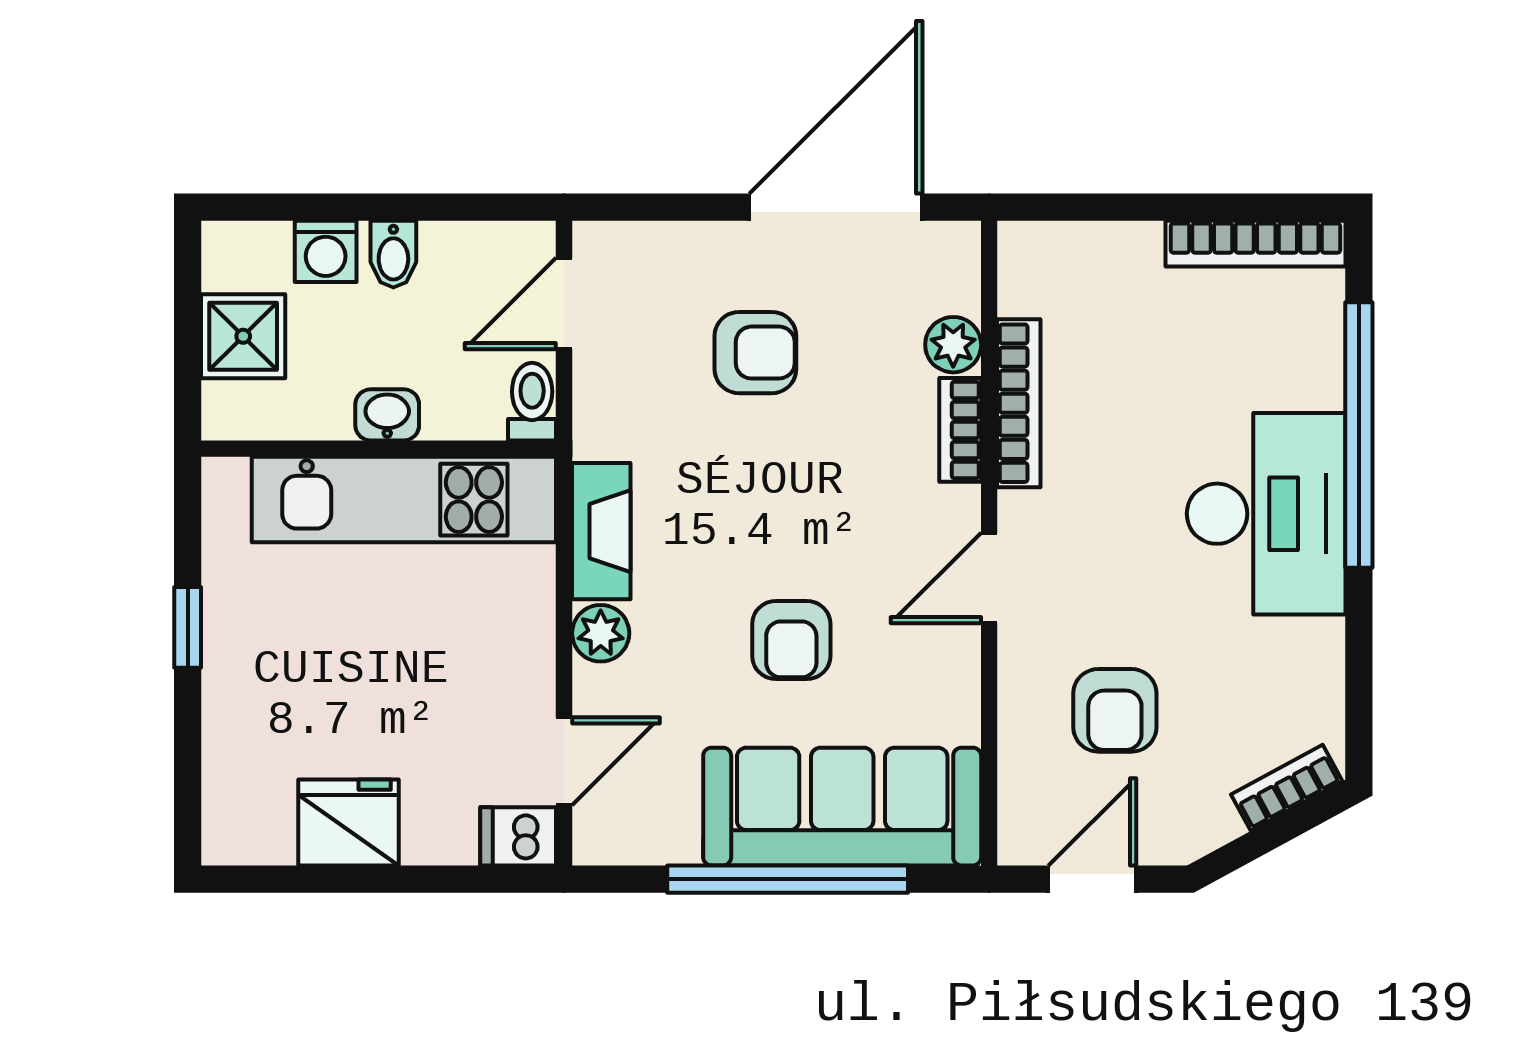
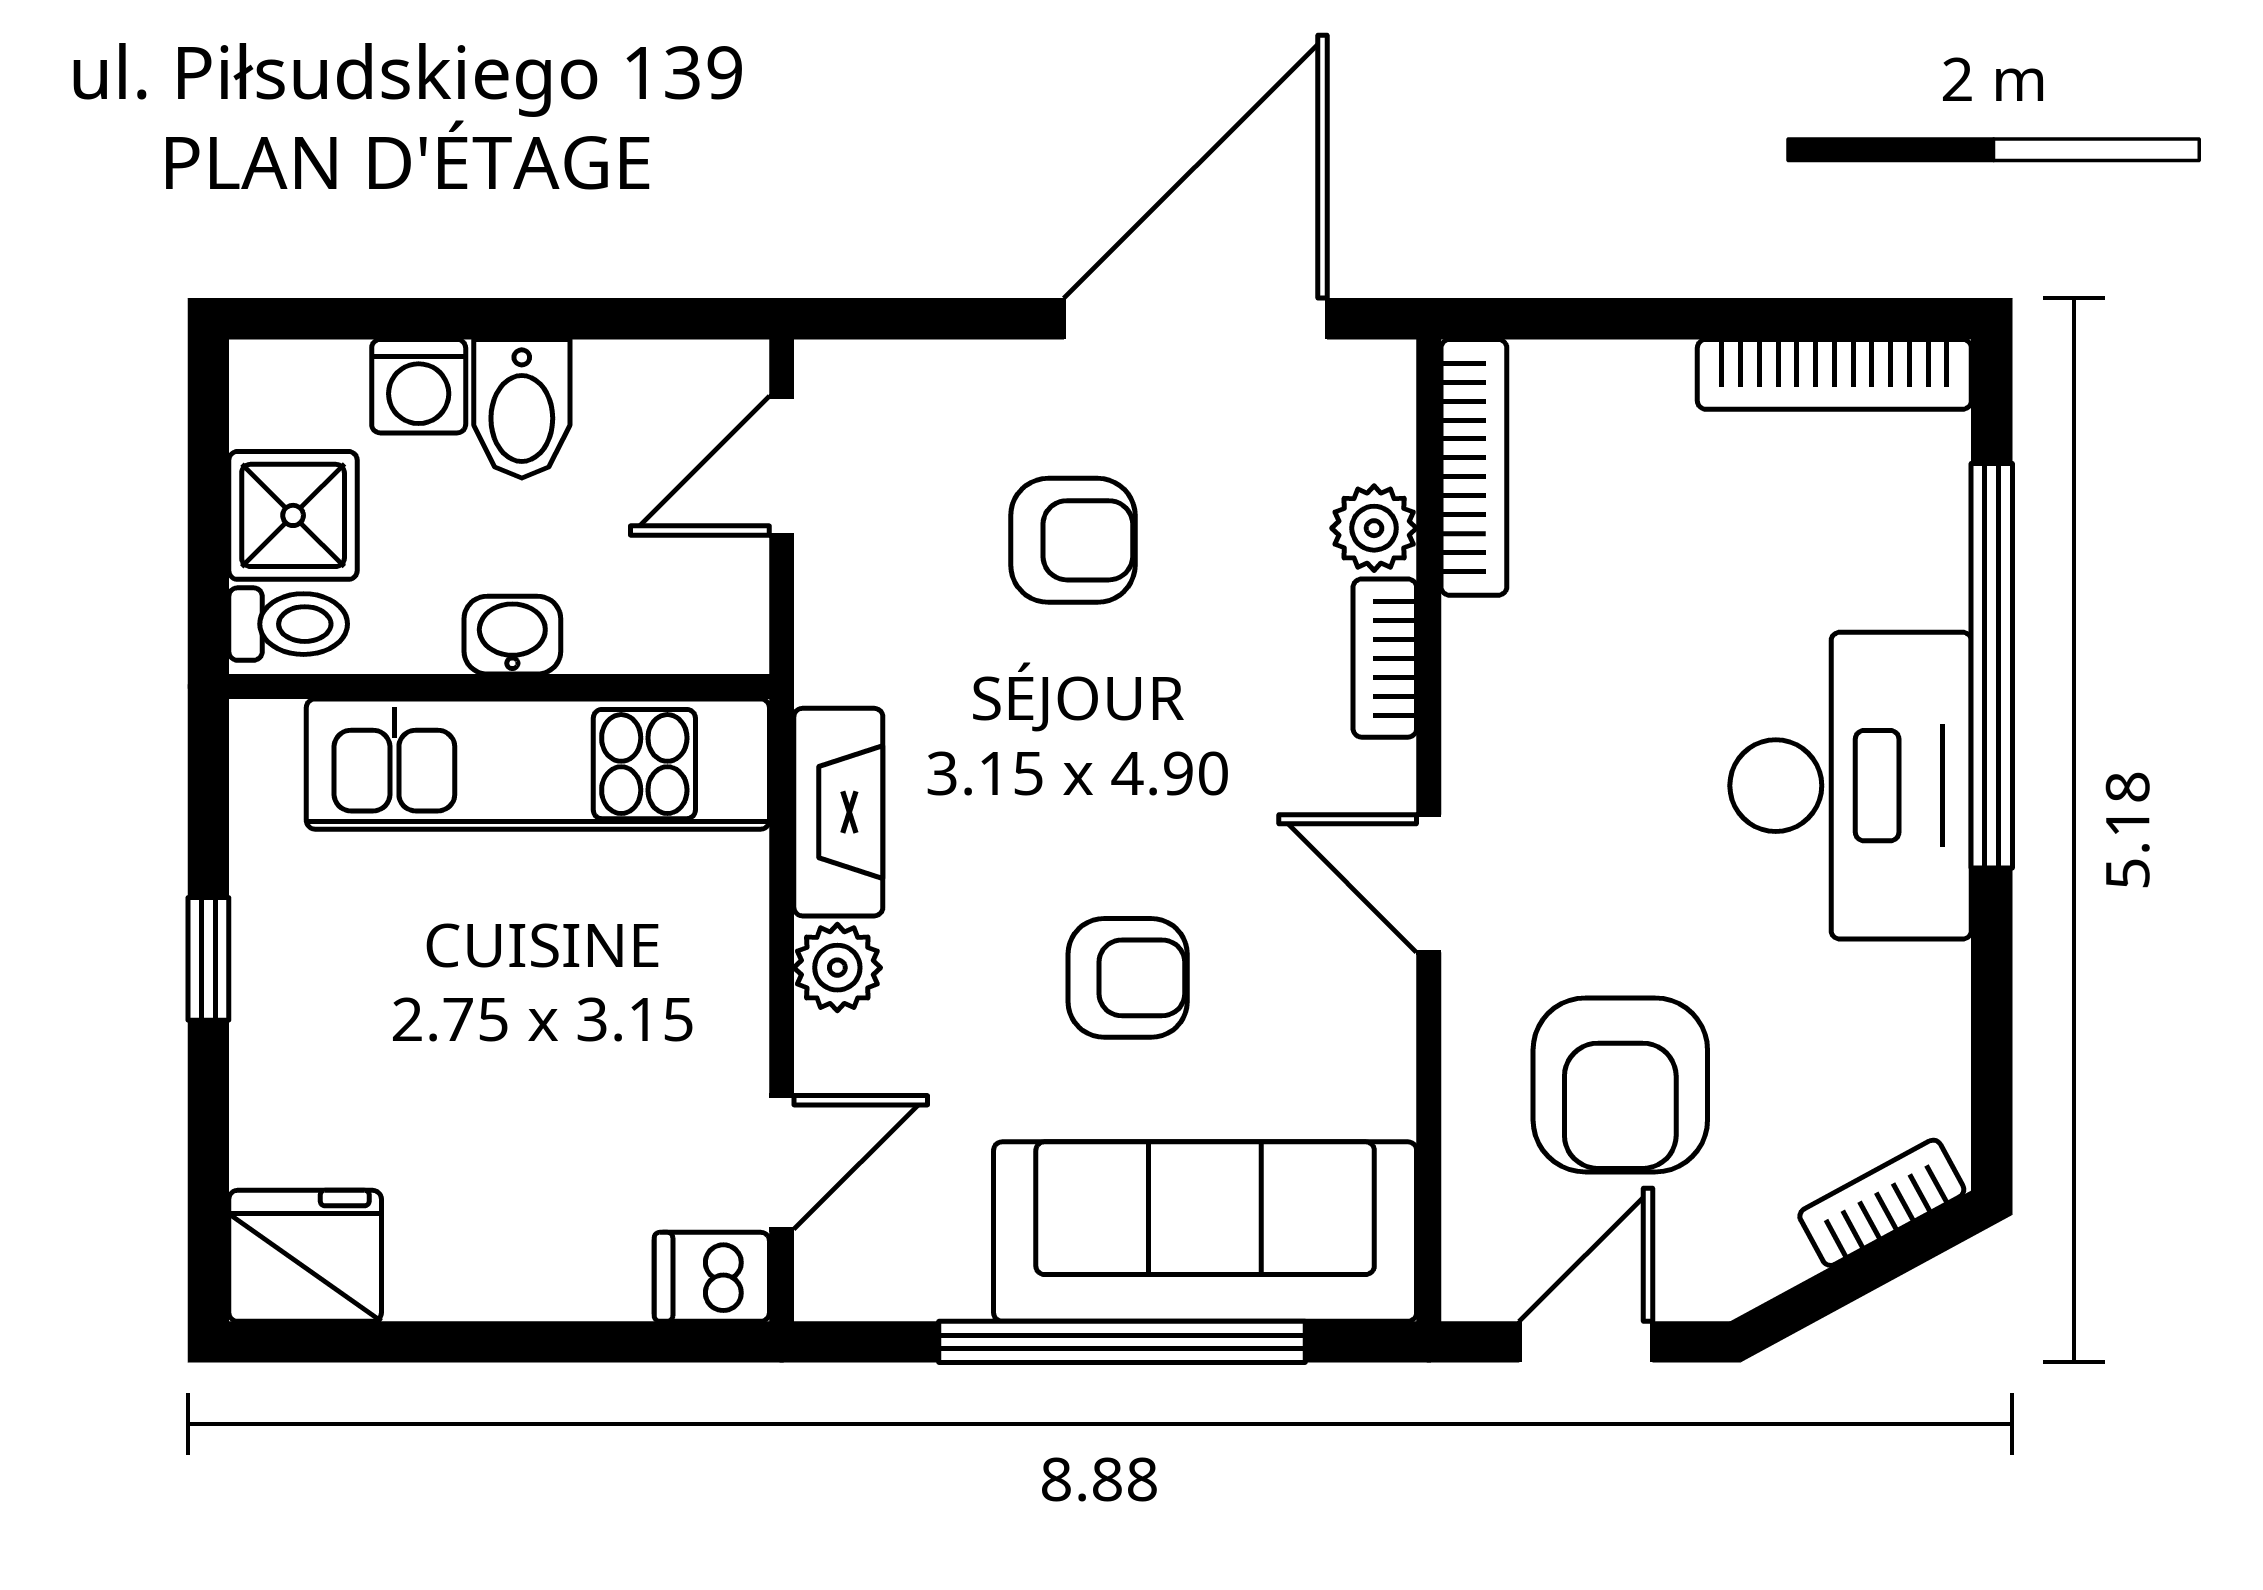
bidet: (393, 254) -> (522, 409), width x1.38, depth x1.36
toilet: (532, 402) -> (288, 624), moved, turned 90
bookcase: (1019, 403) -> (1474, 467), moved
door: (989, 578) -> (1429, 883), hinge flipped
armchair: (791, 640) -> (1128, 978), turned -90
armchair: (1115, 710) -> (1620, 1085), width x1.38, depth x1.38
fridge: (349, 823) -> (305, 1256), moved

